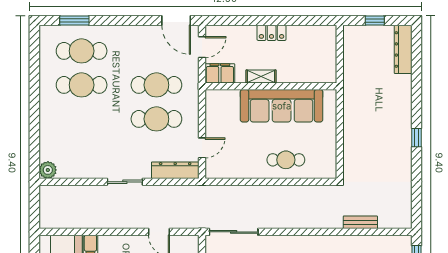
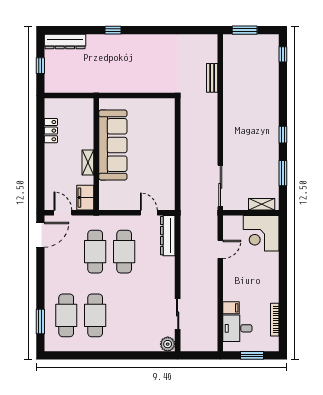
locker: (272, 33) -> (51, 131), moved
window: (416, 138) -> (113, 30), moved
cafe table: (286, 160) -> (159, 141), removed
sliding door: (125, 182) -> (178, 314), moved

